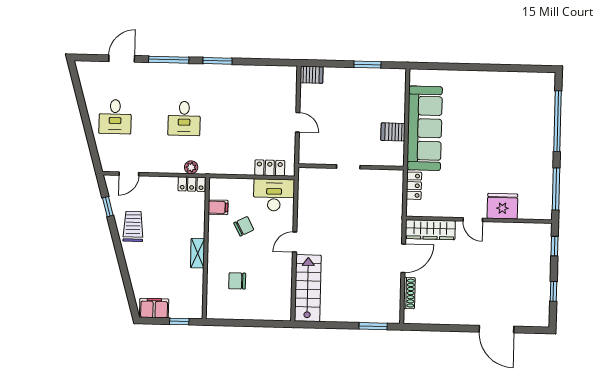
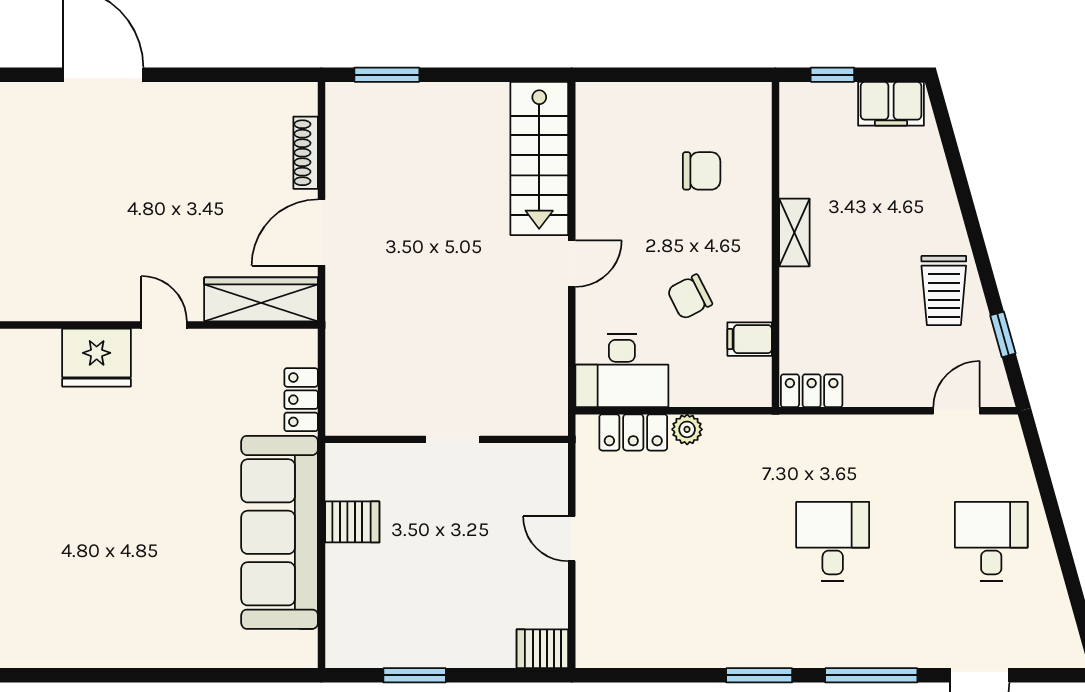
plant: (191, 167) -> (687, 429), moved

